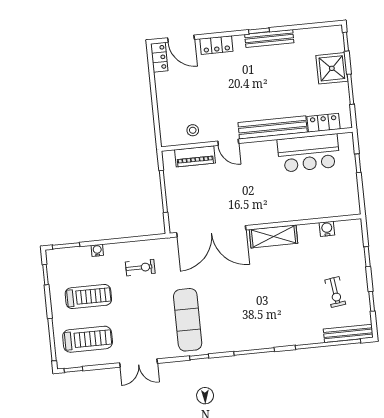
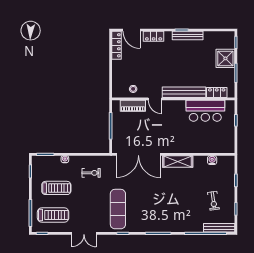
locker: (159, 57) -> (116, 45), width x1.53

